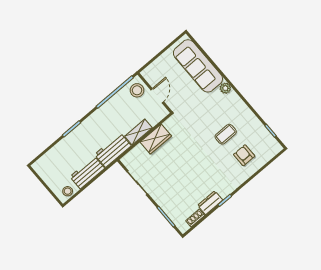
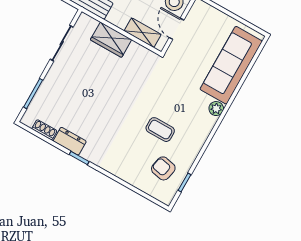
door: (157, 96) -> (177, 29), swing flipped
shelving: (138, 132) -> (143, 33), moved
wardrobe: (156, 139) -> (111, 40), moved
armchair: (244, 155) -> (163, 168), moved, turned -78

